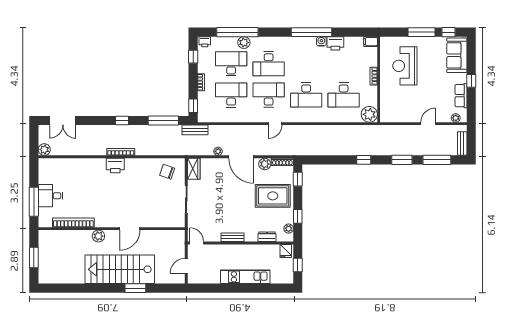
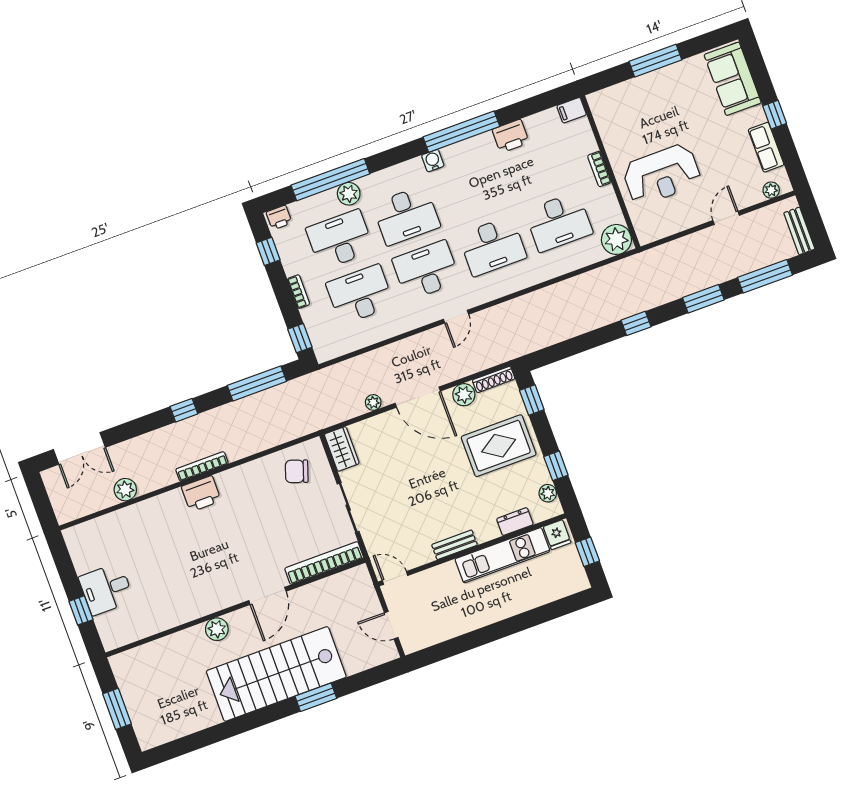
window: (449, 32) -> (703, 43), removed
water cooler: (321, 41) -> (433, 161), moved
reception desk: (405, 66) -> (662, 175), moved, turned -90
bench: (195, 130) -> (319, 379), removed
plant: (44, 150) -> (125, 490), moved
window: (34, 202) -> (81, 610), width x0.46
bookcase: (73, 223) -> (324, 563), moved
door: (186, 266) -> (391, 625), hinge flipped
kitchen unit: (245, 277) -> (502, 555), moved, turned 180

